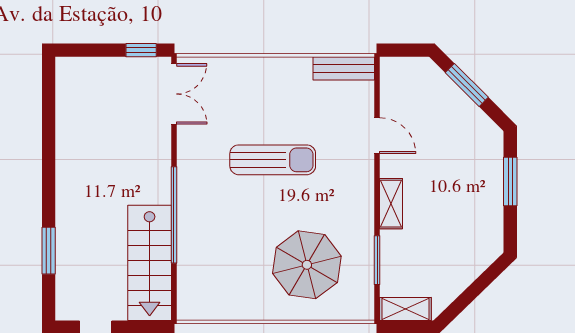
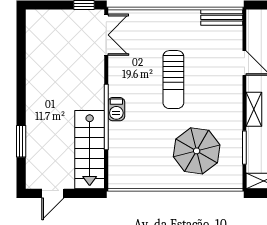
sun lounger: (273, 160) -> (173, 80), turned 90
barbecue: (189, 203) -> (116, 109), added

